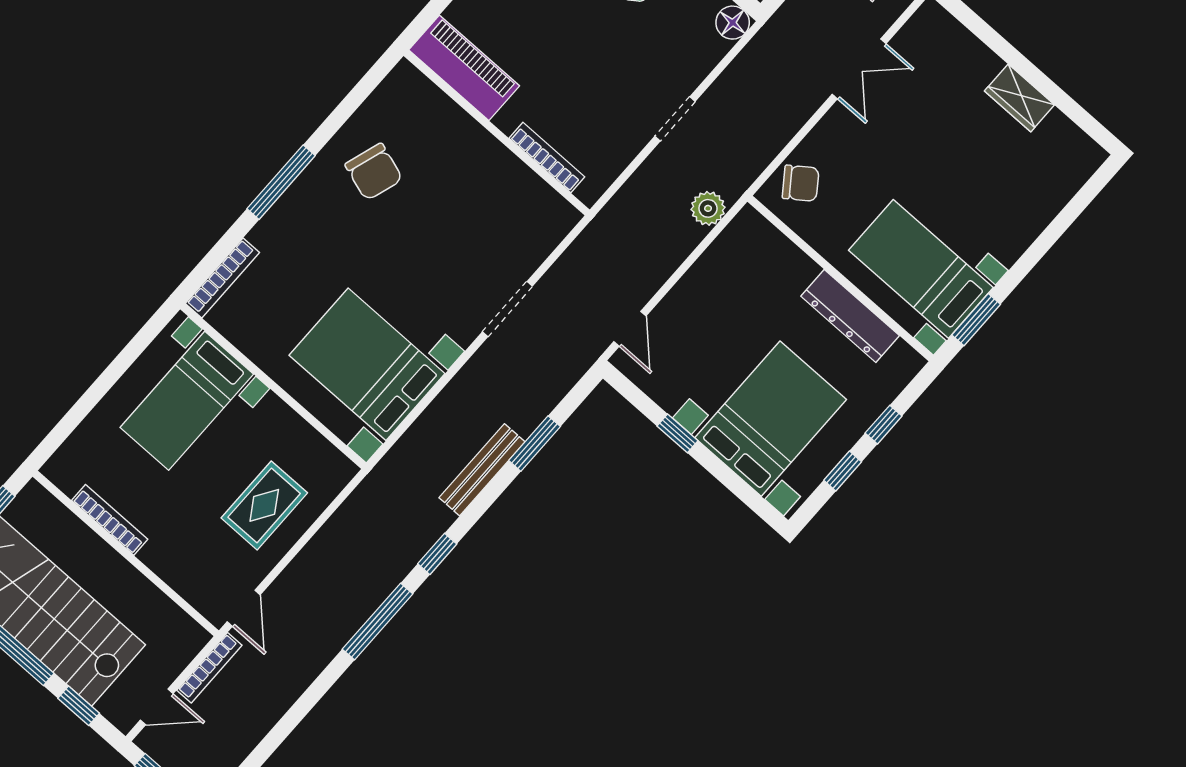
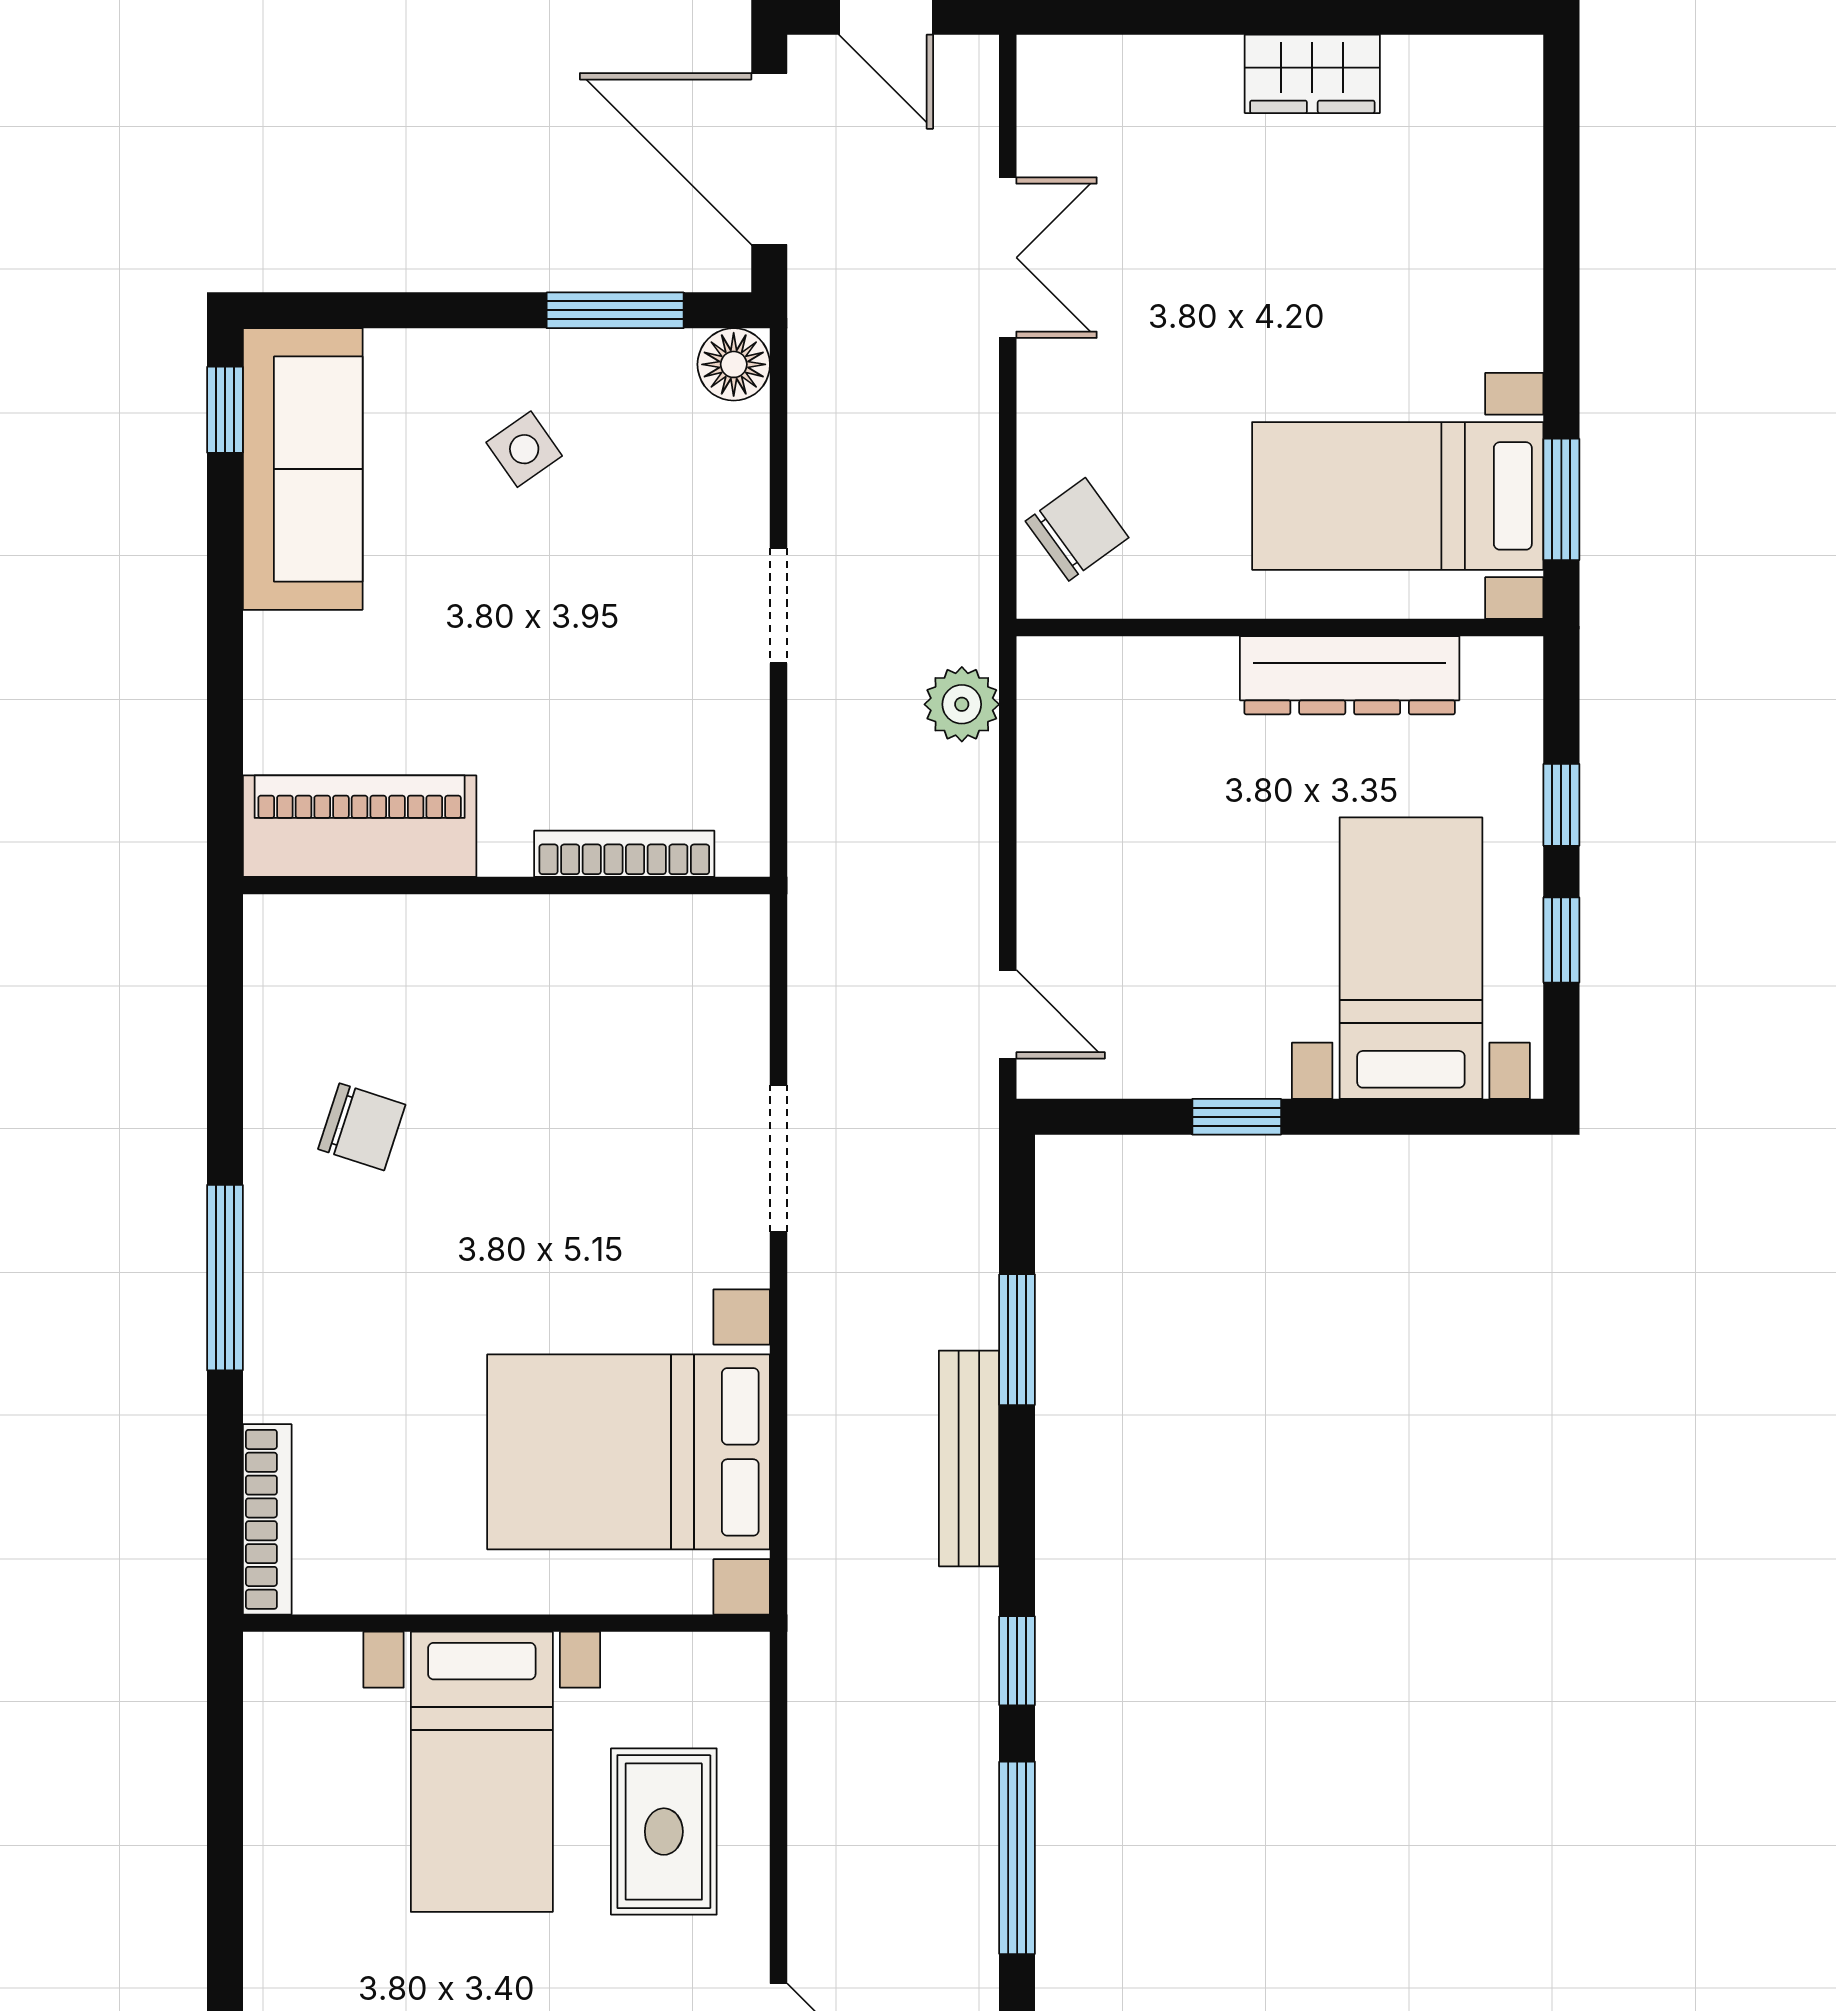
chair: (374, 172) -> (362, 1127), width x0.73, depth x0.73
bed with nightstands: (187, 401) -> (482, 1772), moved
bed with nightstands: (771, 419) -> (1411, 958), width x0.73

